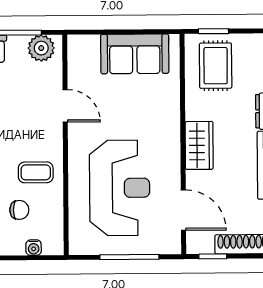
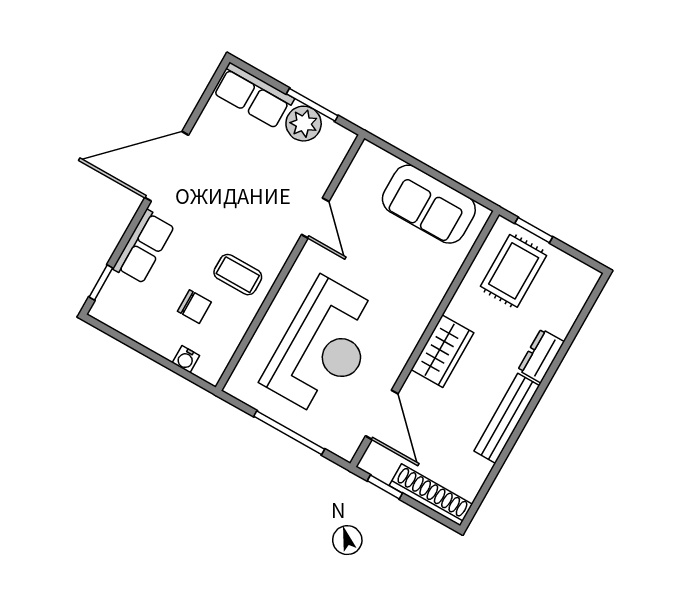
plant: (41, 48) -> (304, 124), moved

